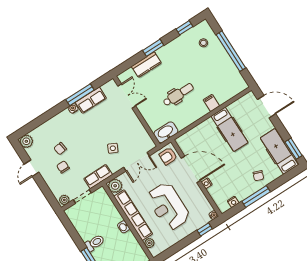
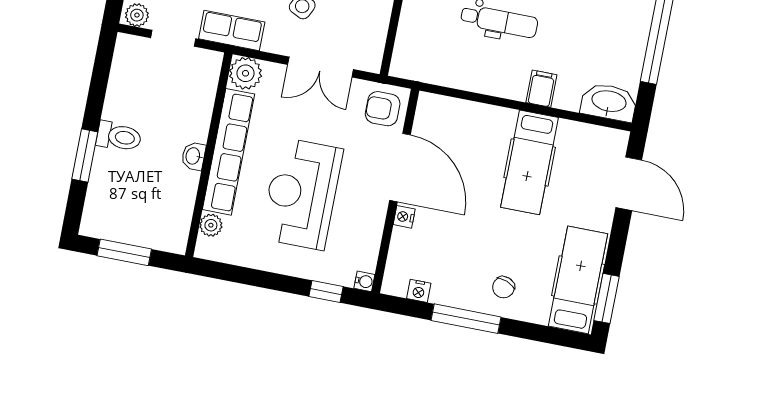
washbasin: (166, 132) -> (609, 102), moved

